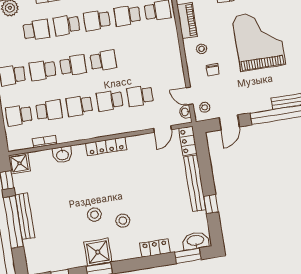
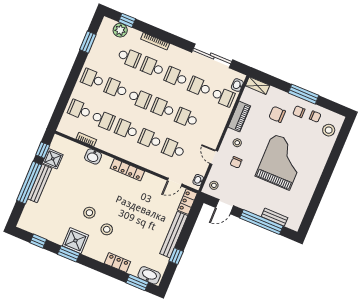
school desk: (134, 56) -> (186, 118), added
school desk: (103, 61) -> (163, 108), turned 180
door: (190, 96) -> (214, 157), moved
shower: (19, 163) -> (53, 159), moved

